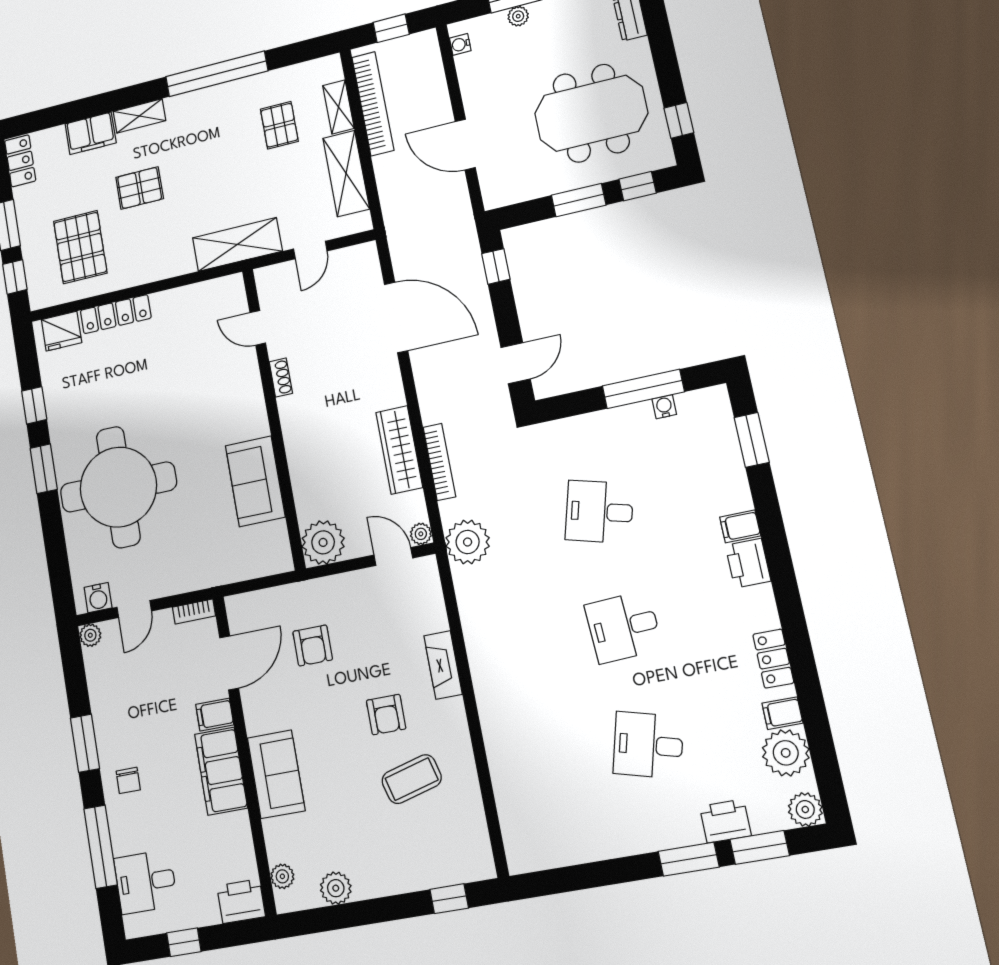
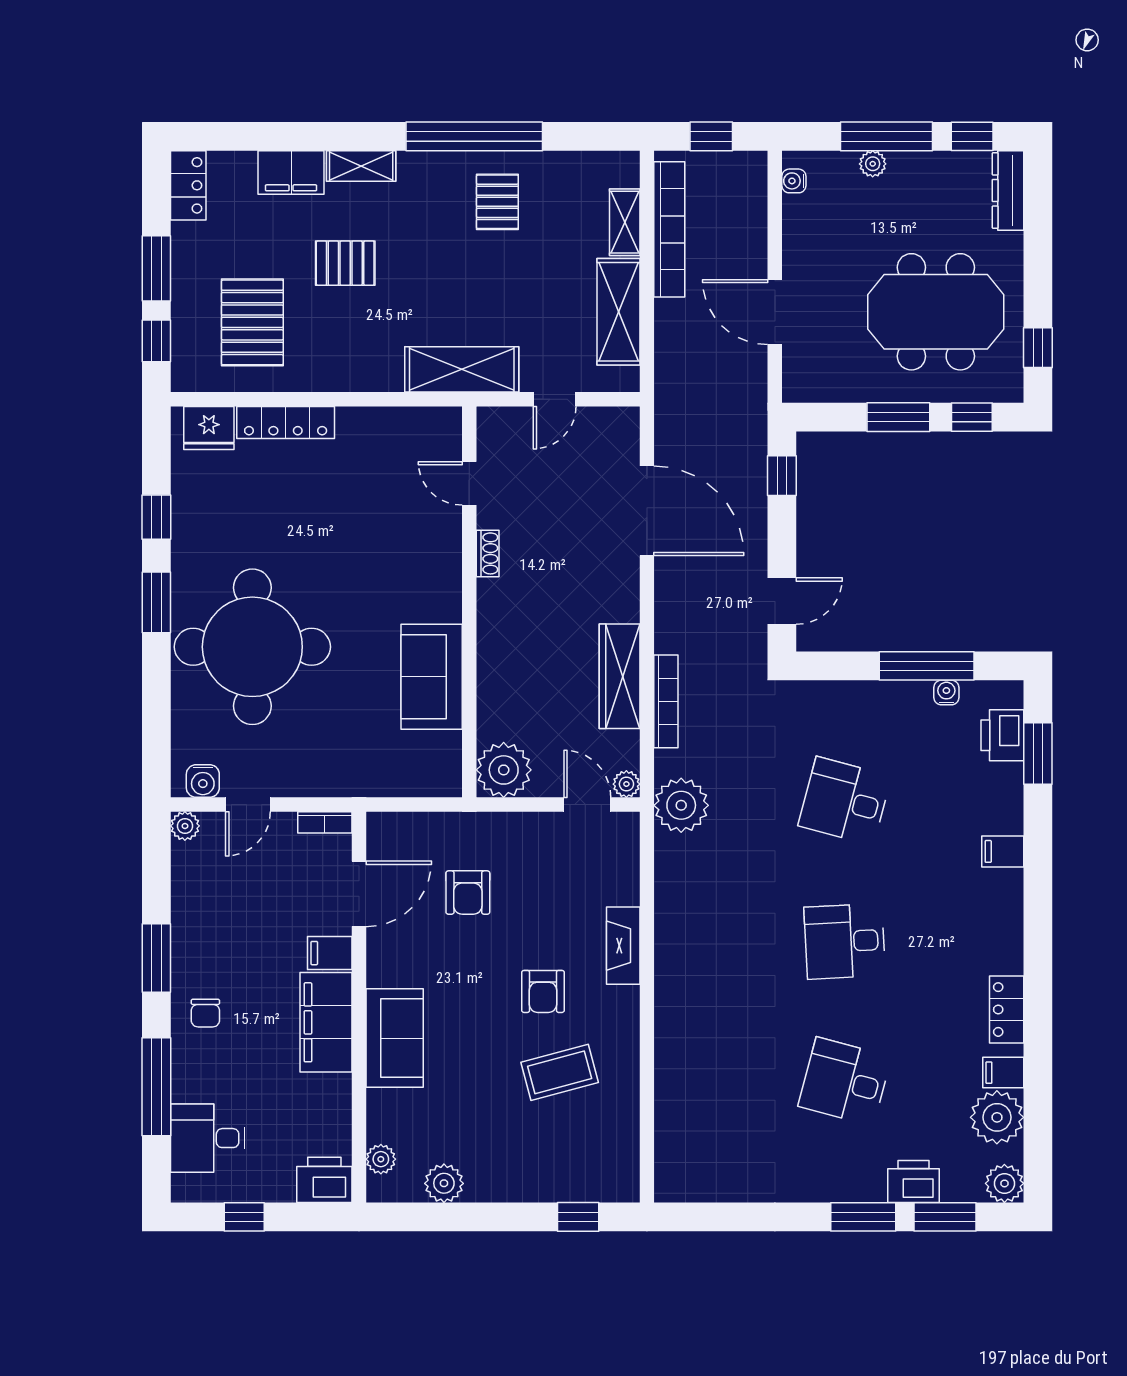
pallet: (279, 125) -> (497, 202), moved
printer: (748, 563) -> (1002, 735), moved

